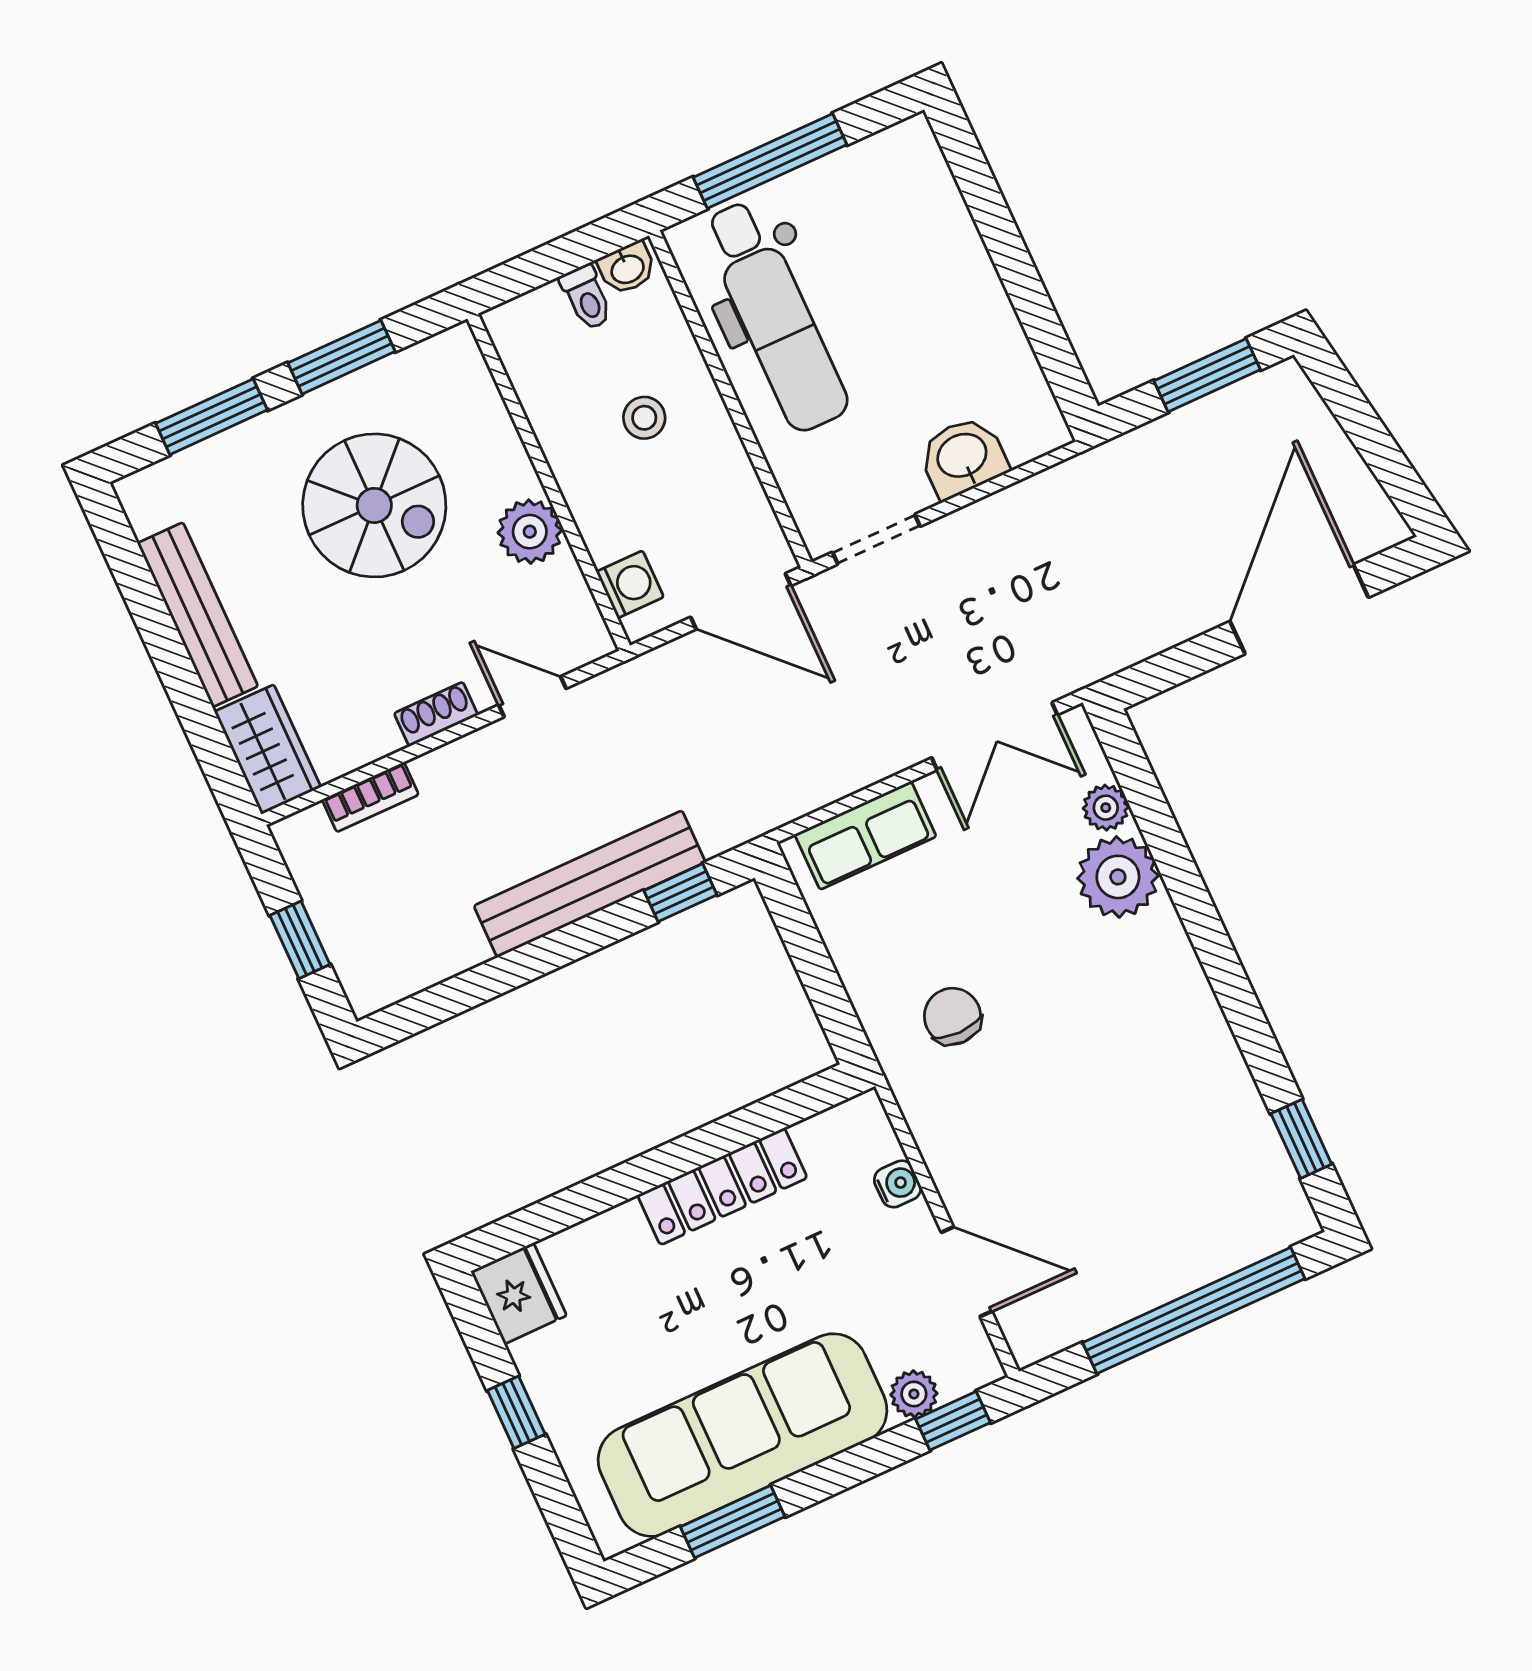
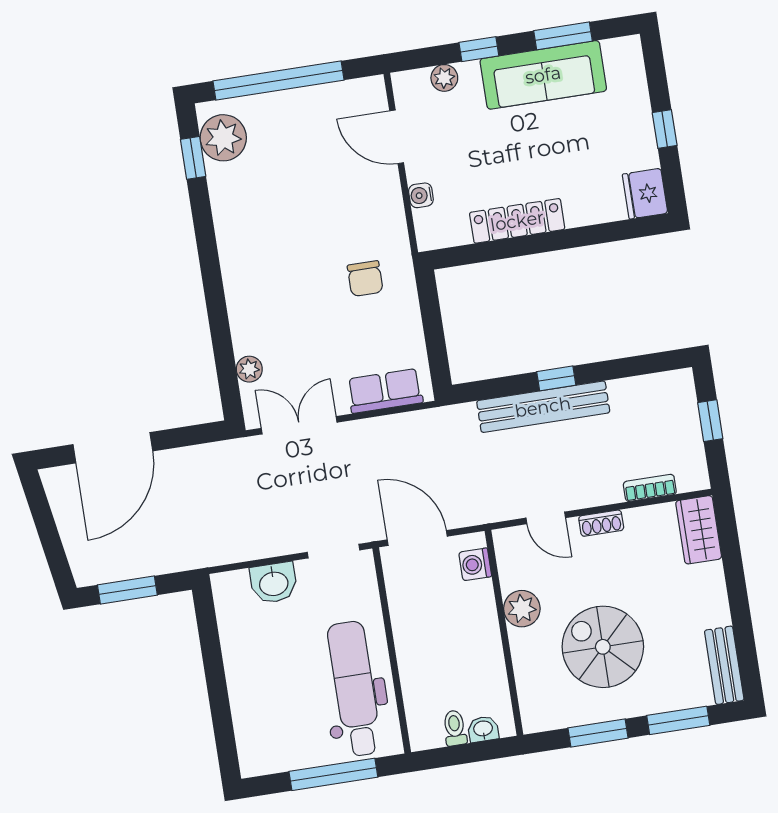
washbasin: (627, 268) -> (483, 729), moved
stool: (644, 418) -> (442, 653), removed
bench: (198, 615) -> (724, 665), moved, width x0.73
plant: (1118, 877) -> (223, 138), moved
window: (680, 893) -> (556, 378), moved
window: (953, 1421) -> (479, 49), moved
sofa: (743, 1435) -> (543, 75), width x0.74, depth x0.79

